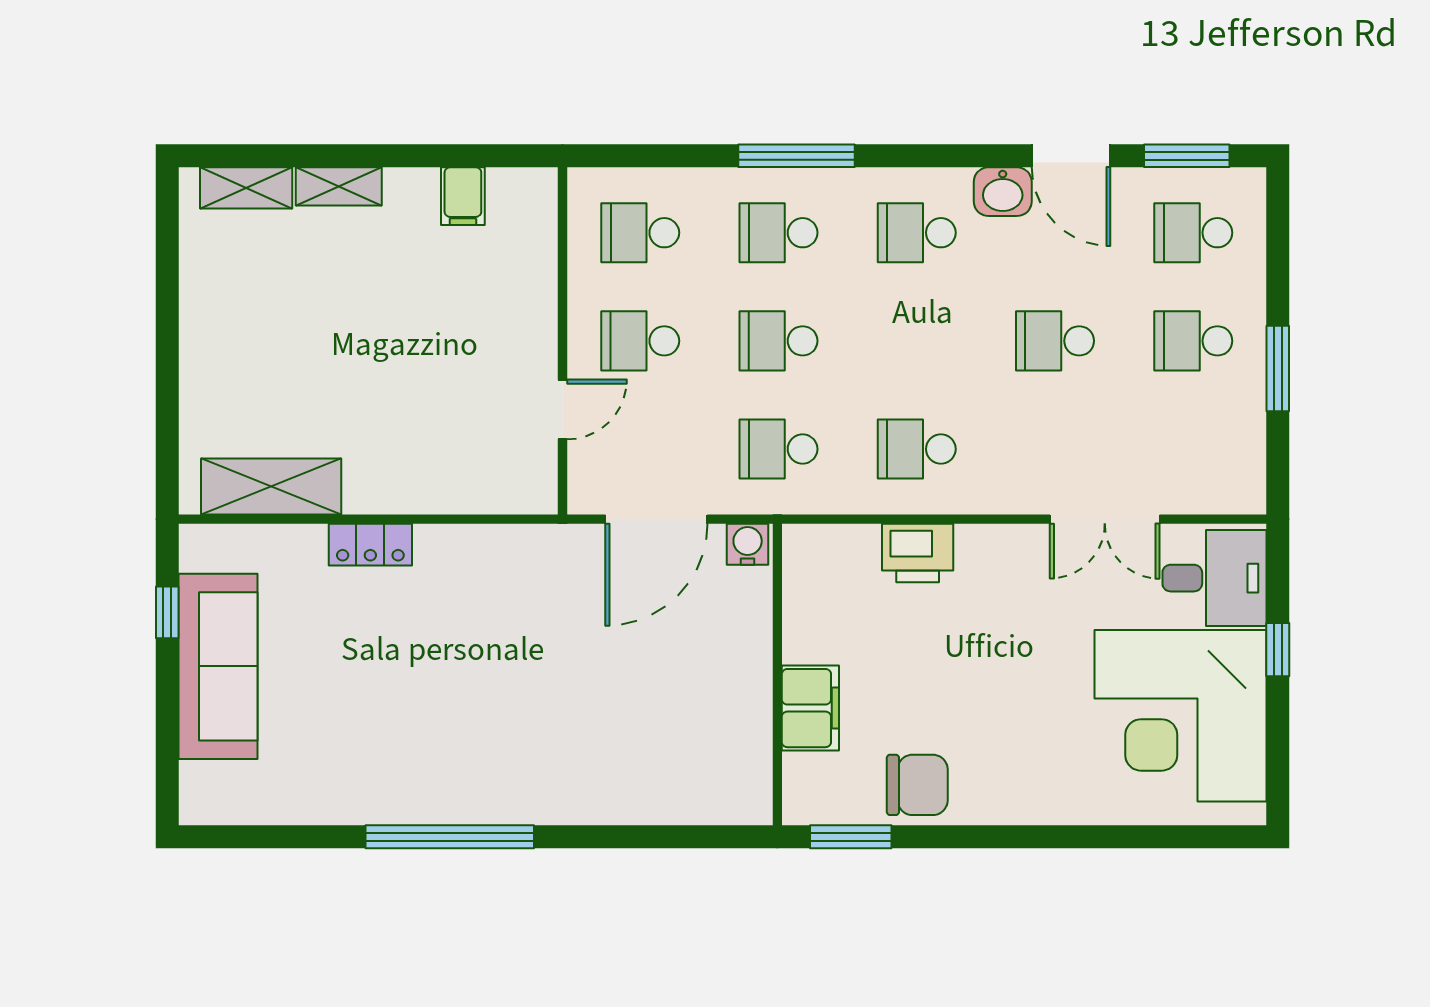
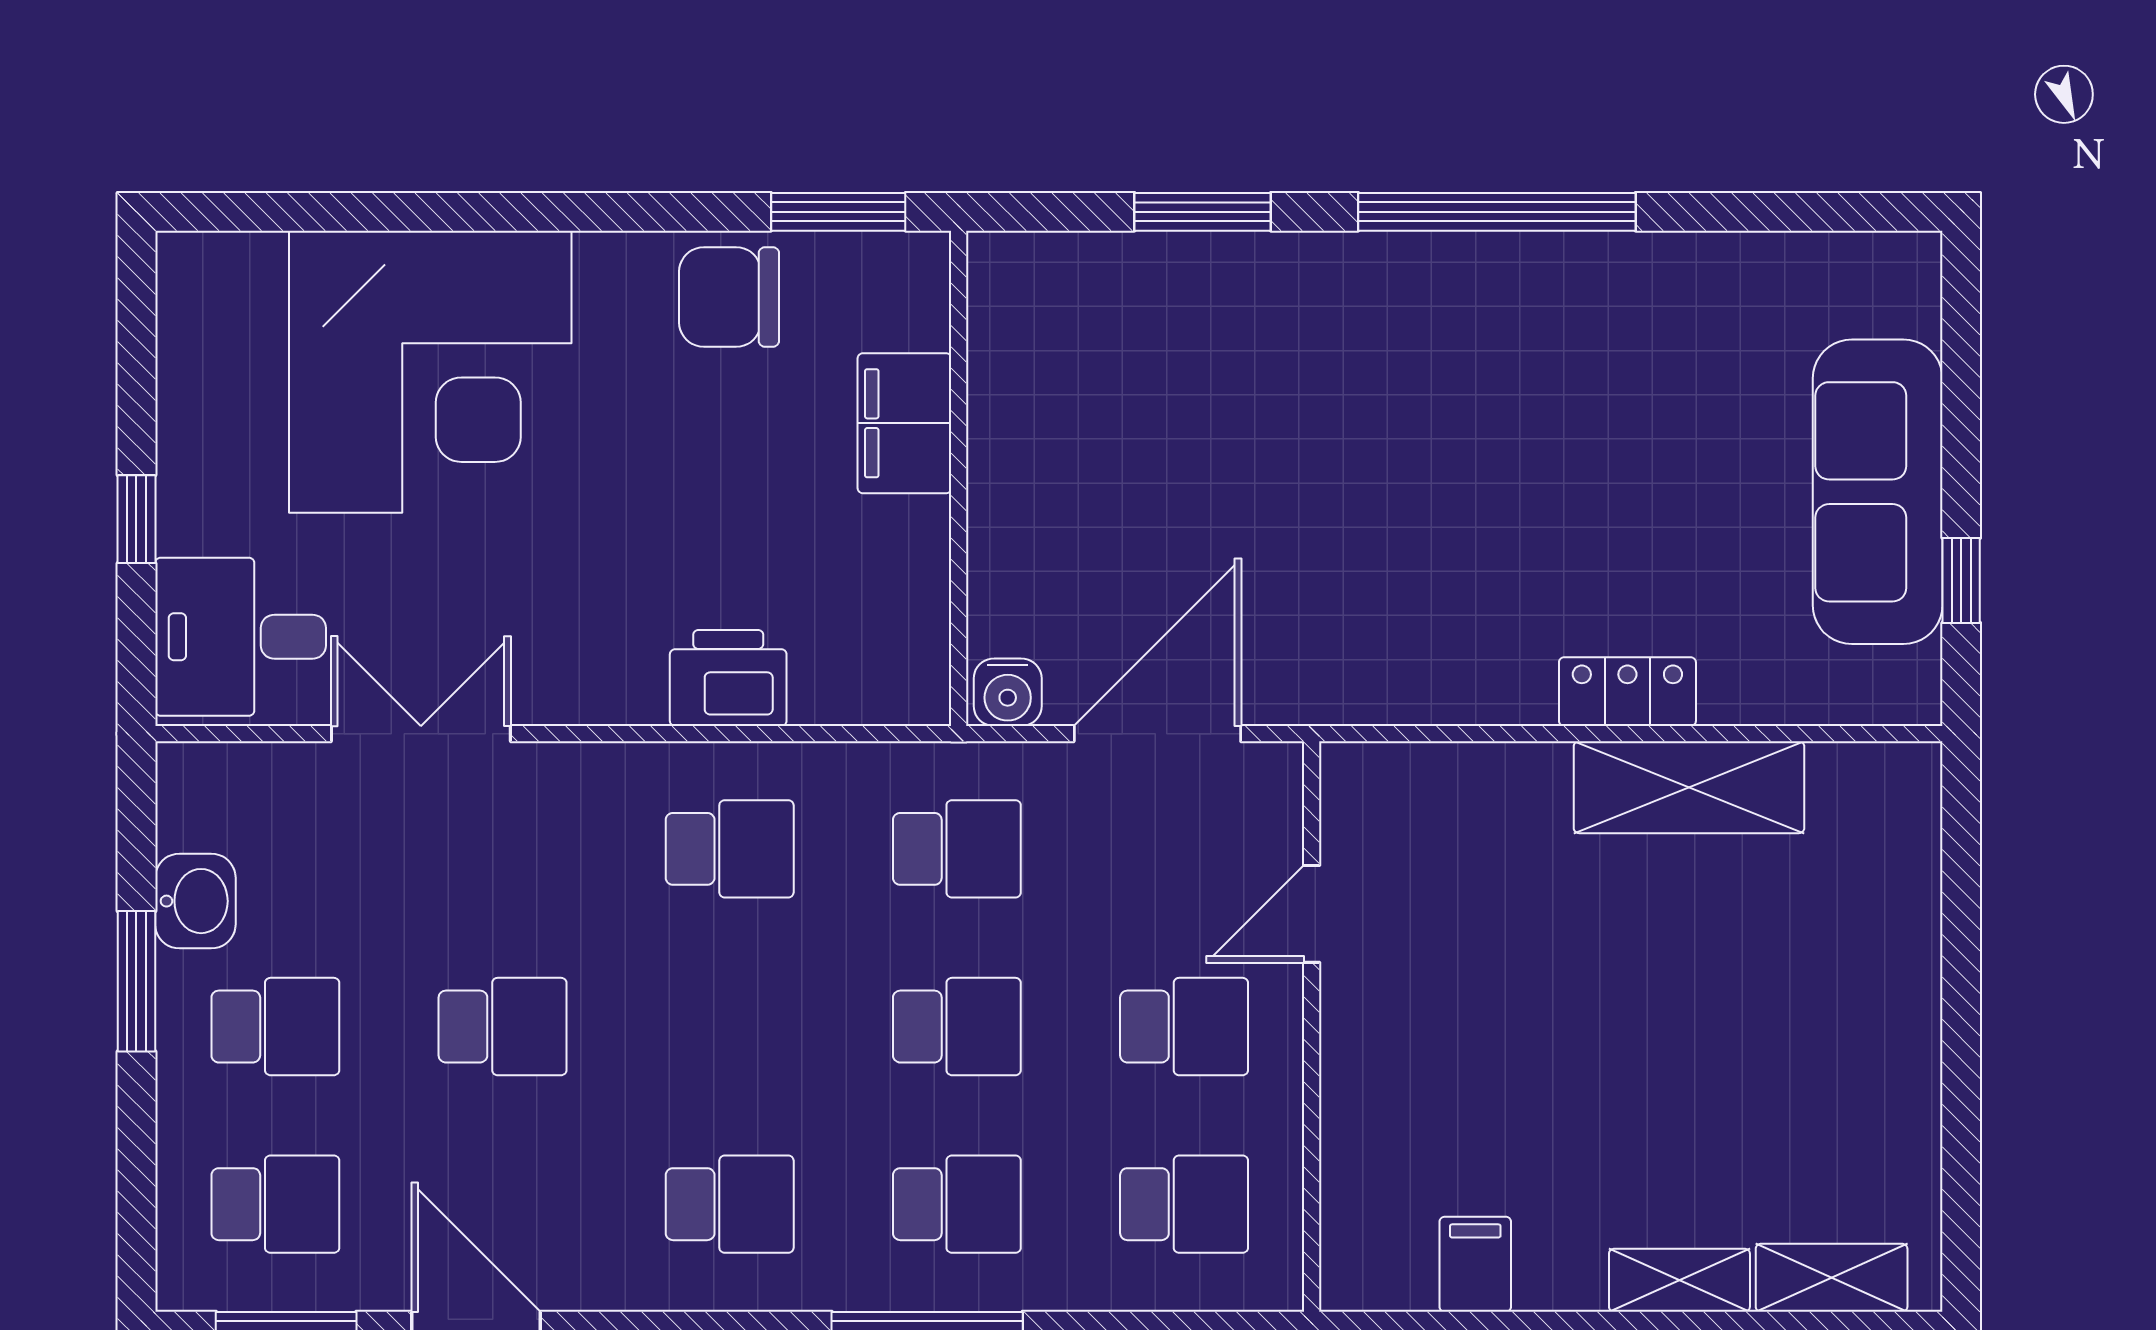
washbasin: (1003, 192) -> (195, 901), moved, turned 90
shelving: (271, 487) -> (1689, 787), moved
corner desk: (1180, 716) -> (430, 372), moved, turned 90
window: (629, 837) -> (1203, 212), added

